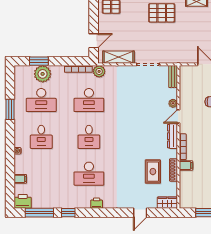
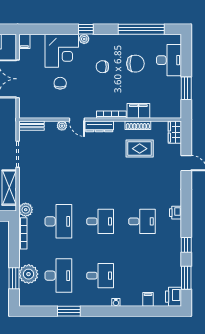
filing cabinet: (186, 165) -> (138, 111), width x2.00
desk: (89, 174) -> (142, 221), width x0.73
window: (39, 213) -> (186, 278), width x0.69

